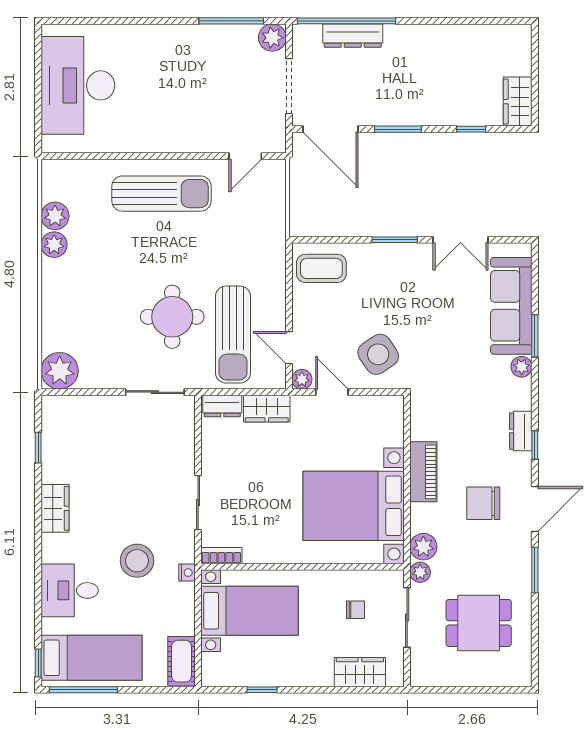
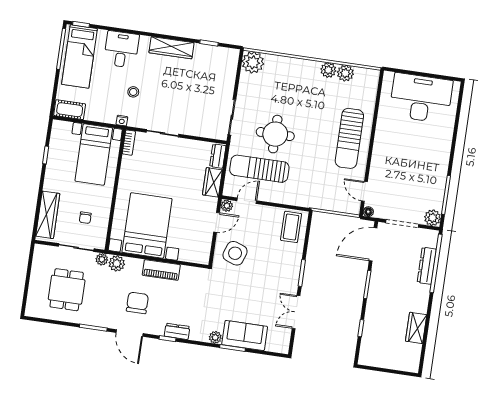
wardrobe: (518, 102) -> (416, 328), moved, turned -90
floor lamp: (278, 145) -> (368, 212), added
sofa: (511, 306) -> (245, 336), width x0.73
side table: (378, 354) -> (235, 253), turned -37
wardrobe: (55, 508) -> (171, 48), width x1.50
stool: (137, 561) -> (133, 92), width x0.53, depth x0.53
wardrobe: (360, 672) -> (48, 215), width x1.50

